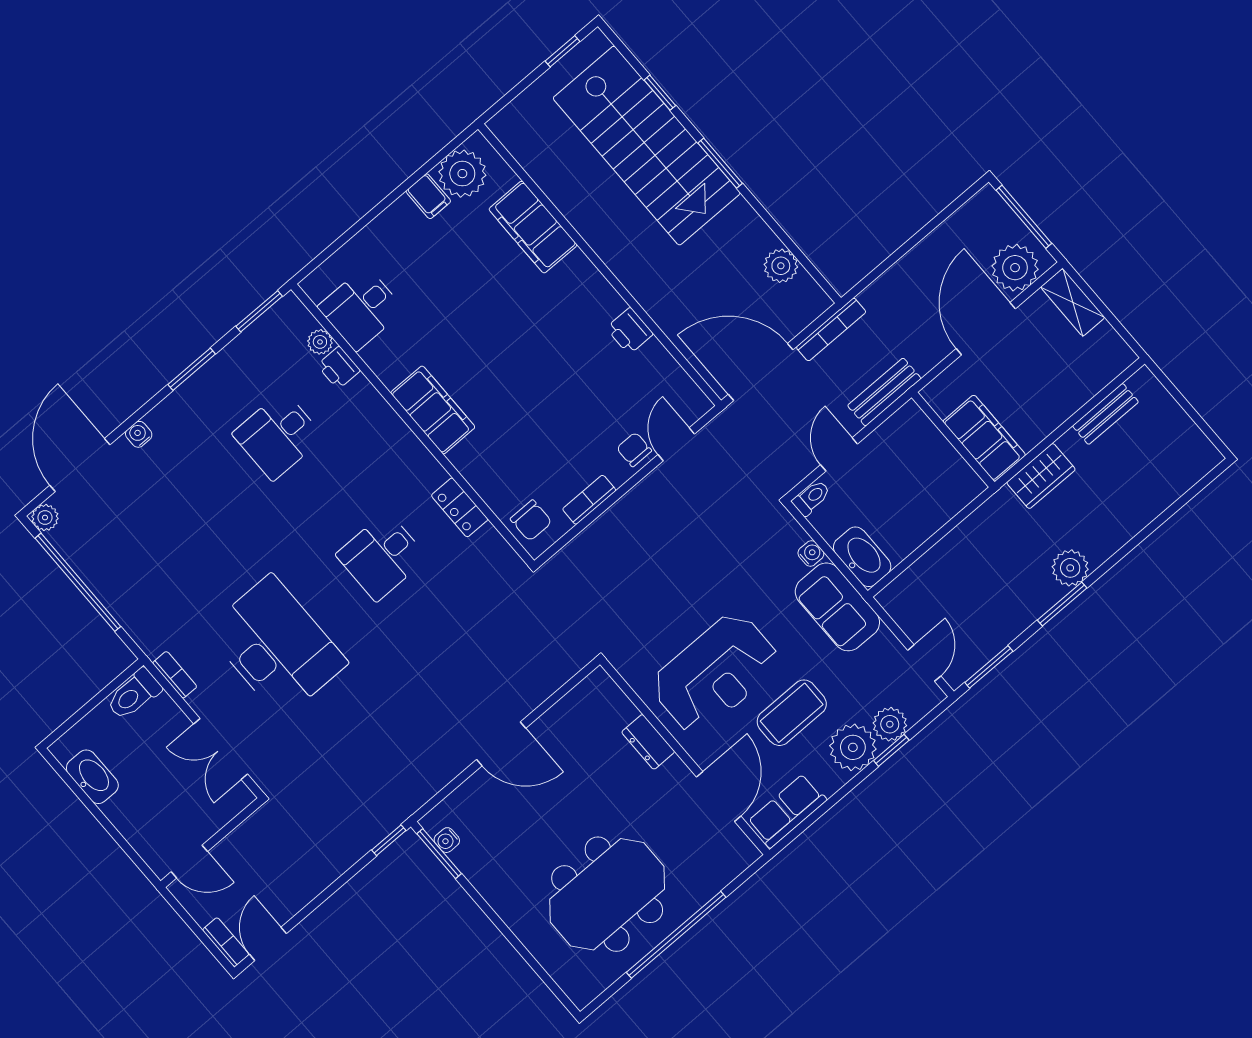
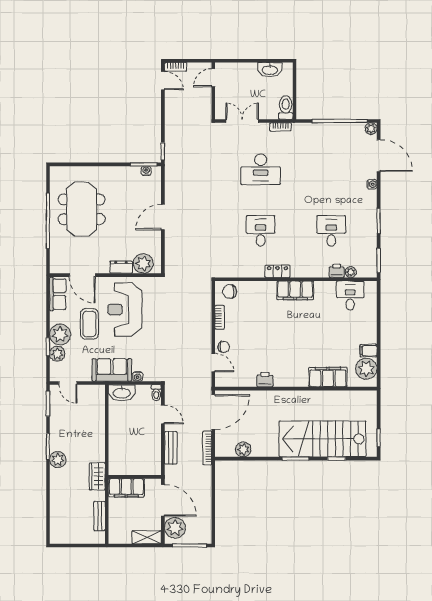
filing cabinet: (984, 438) -> (126, 488), moved
wall: (953, 440) -> (135, 477), moved
locker: (460, 507) -> (277, 271), moved
desk: (276, 647) -> (261, 169), width x0.73, depth x0.77
plant: (610, 709) -> (143, 264), added

